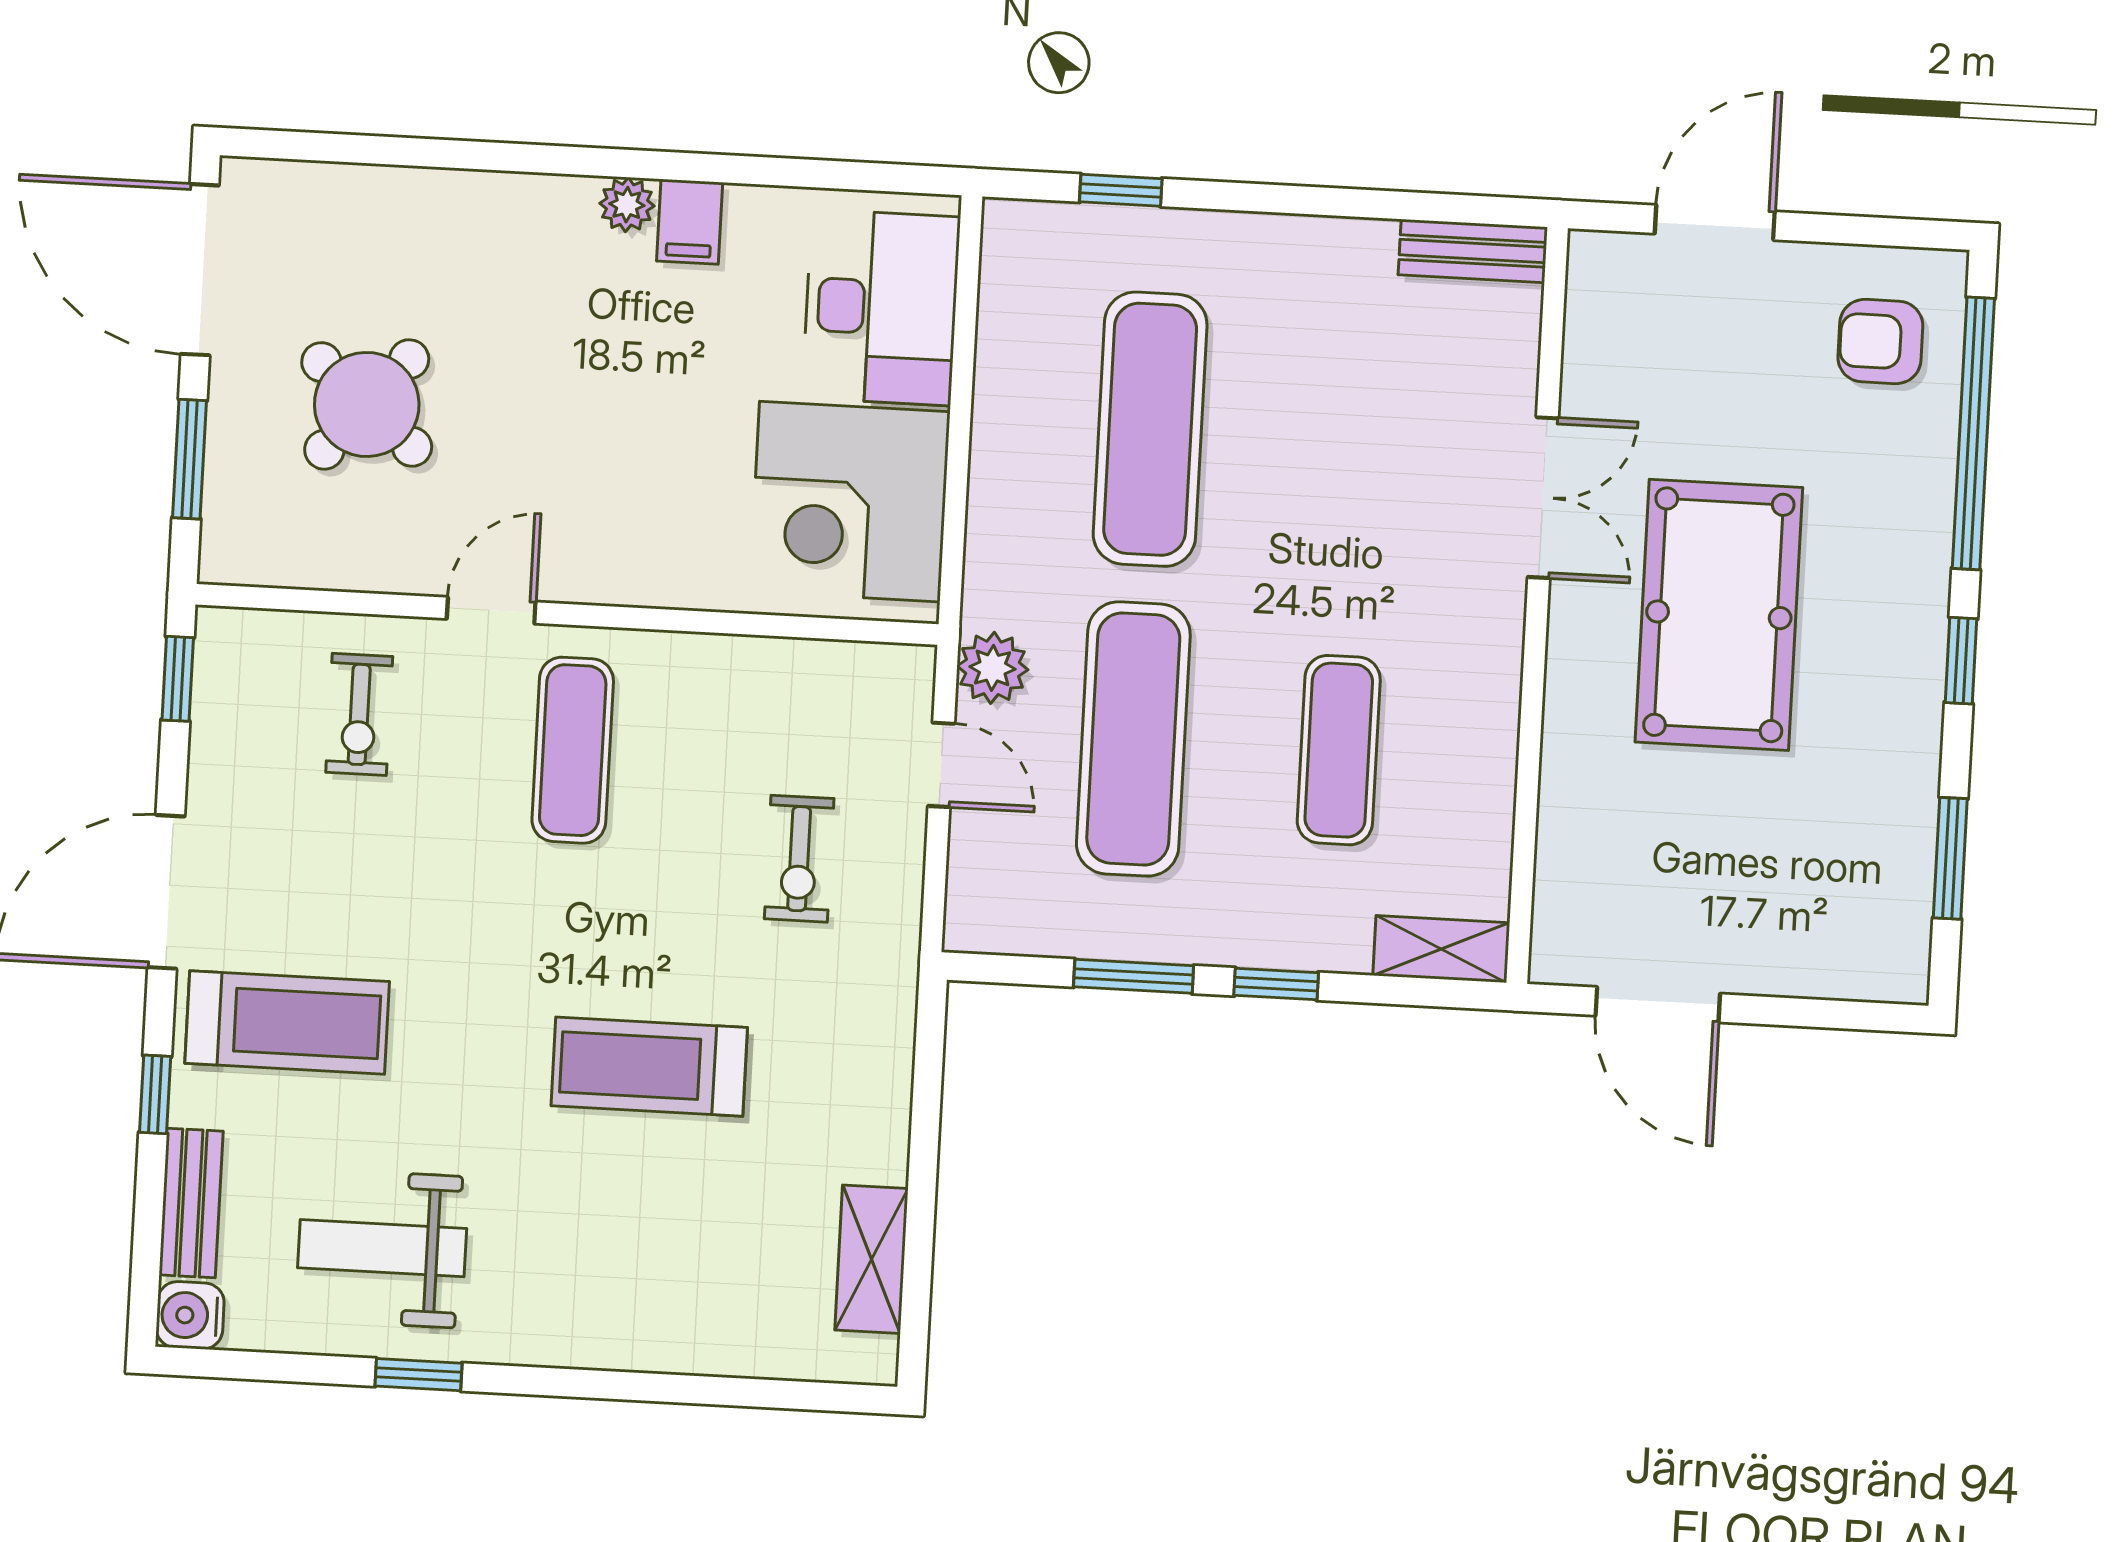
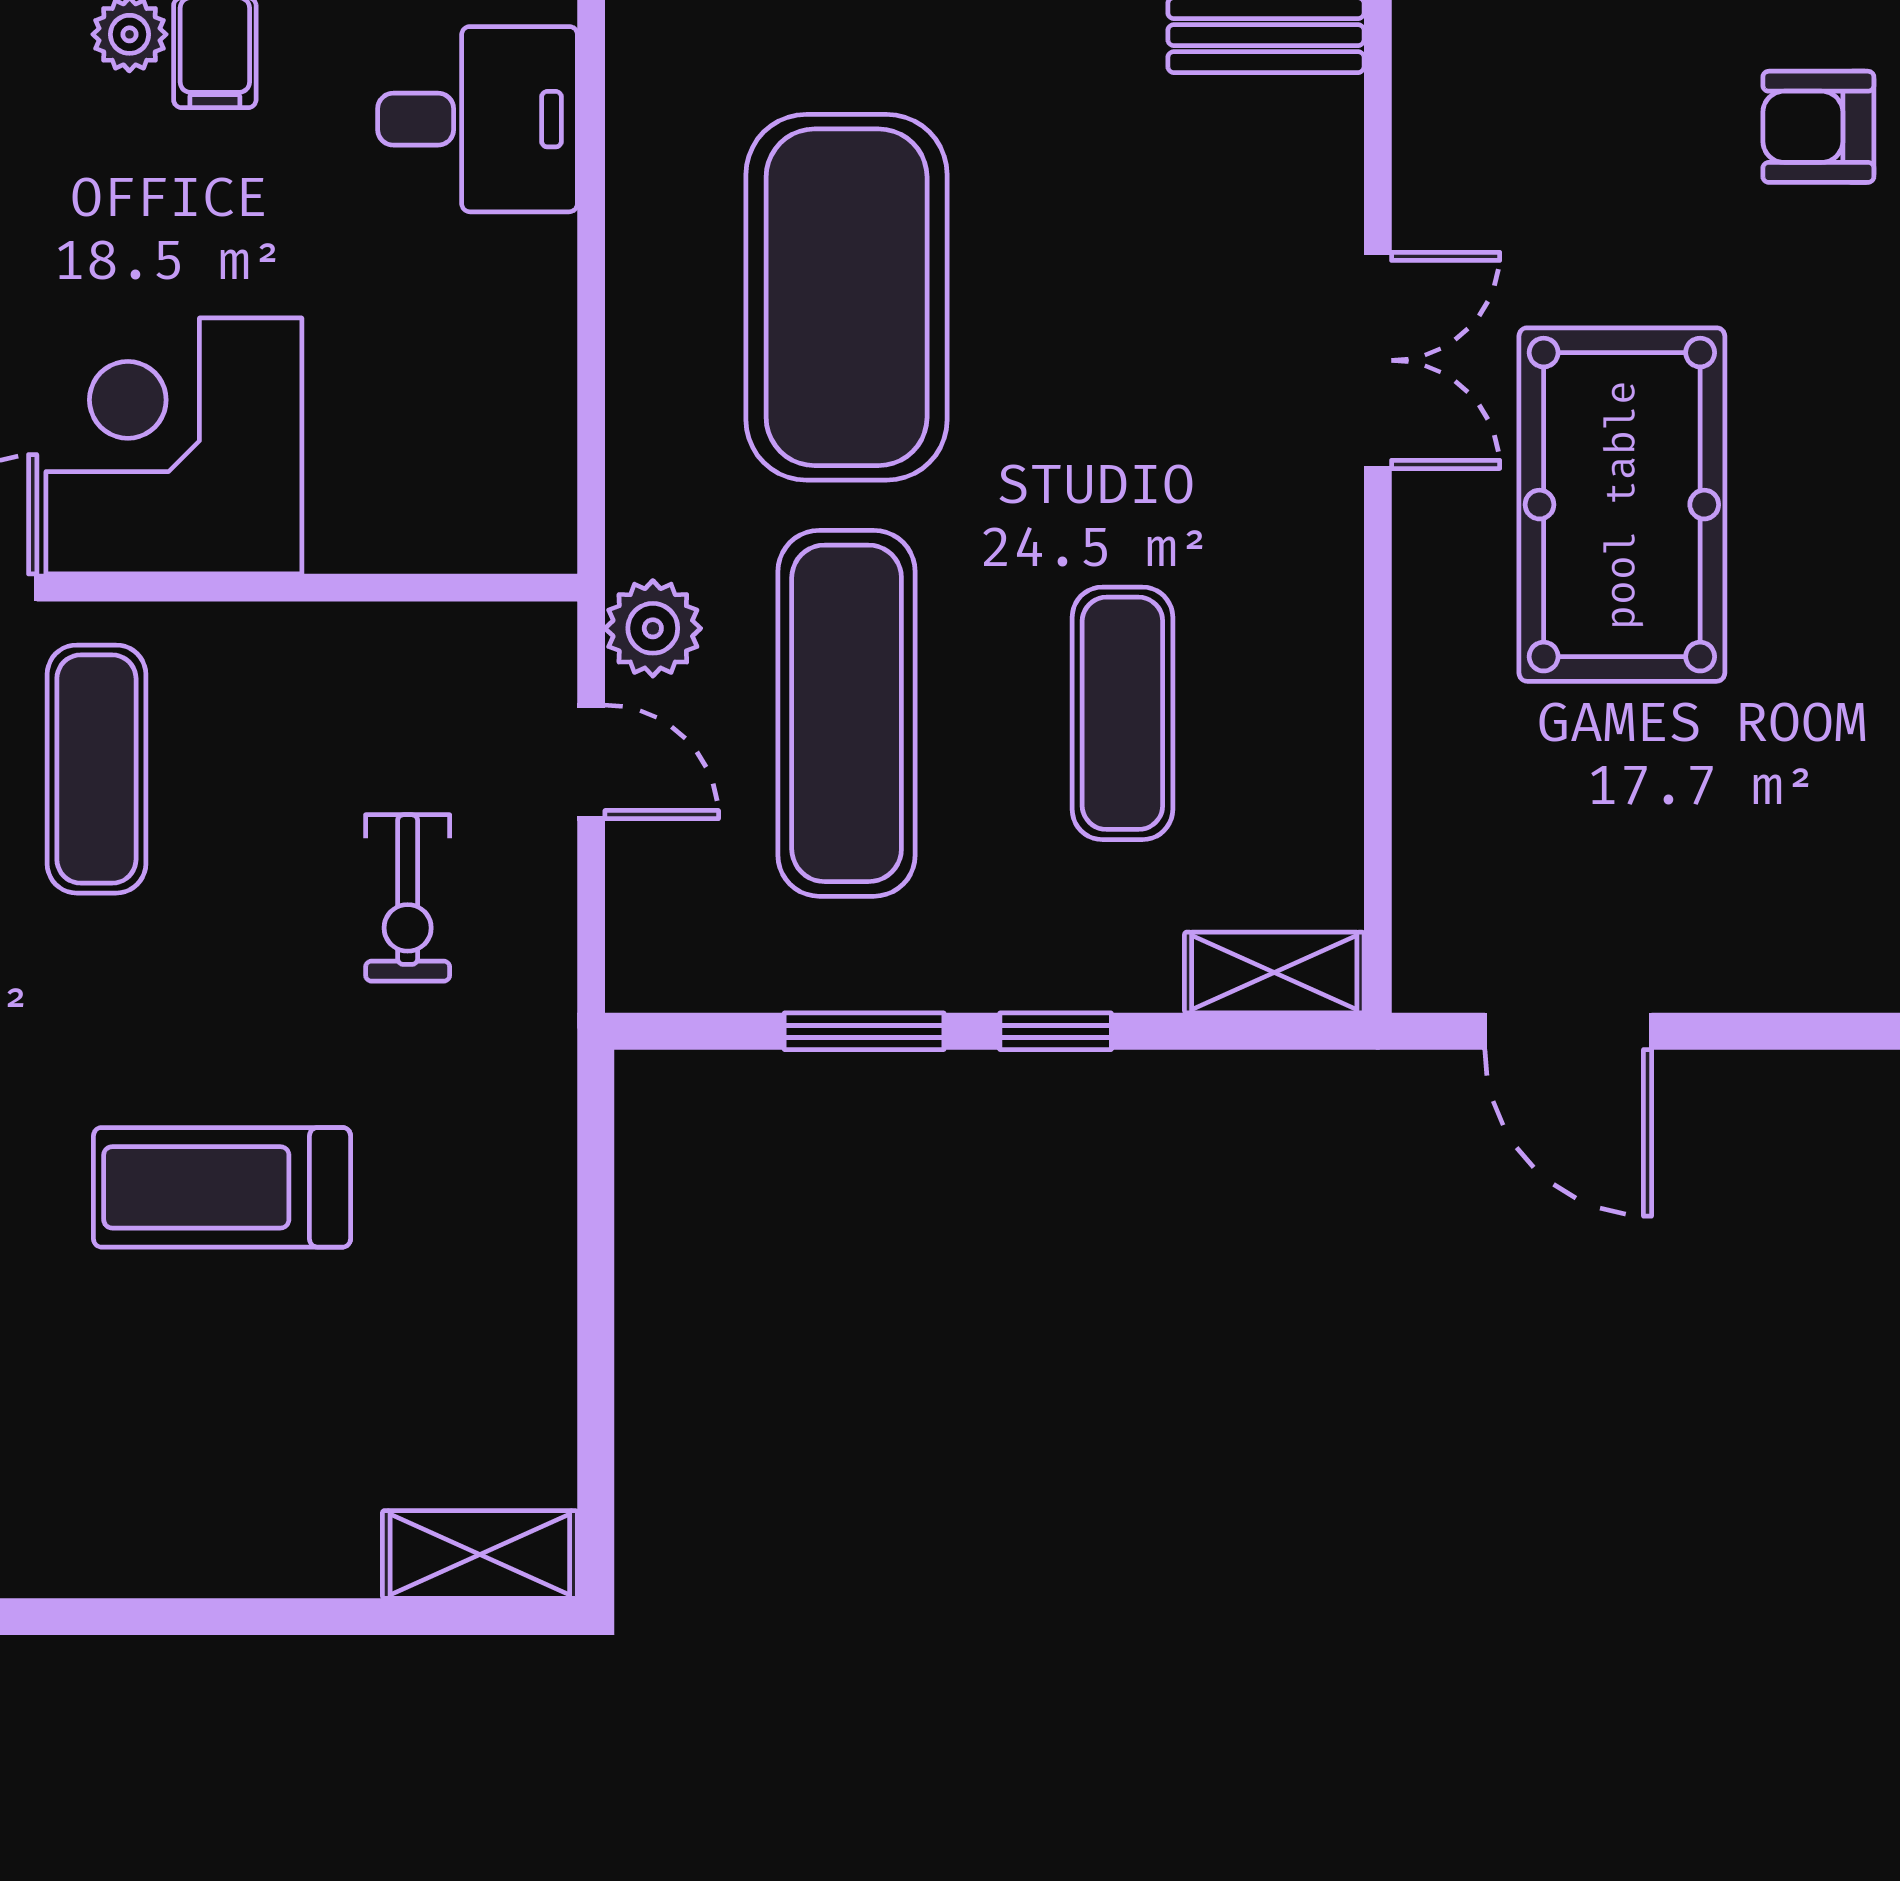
desk: (881, 307) -> (478, 119), width x0.73
exercise mat: (1150, 429) -> (847, 297), width x1.47
corner desk: (850, 502) -> (174, 446), moved, turned 90
shelving: (871, 1259) -> (480, 1554), moved, turned 90

